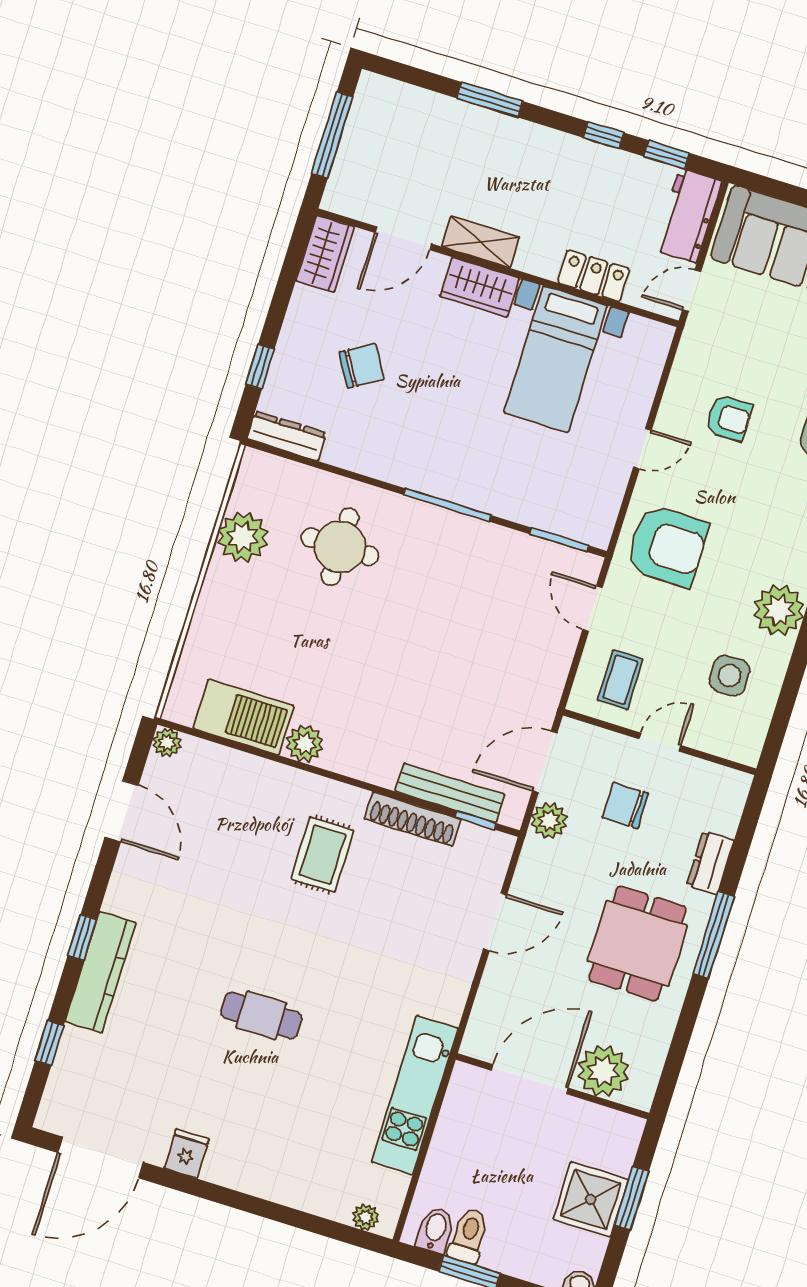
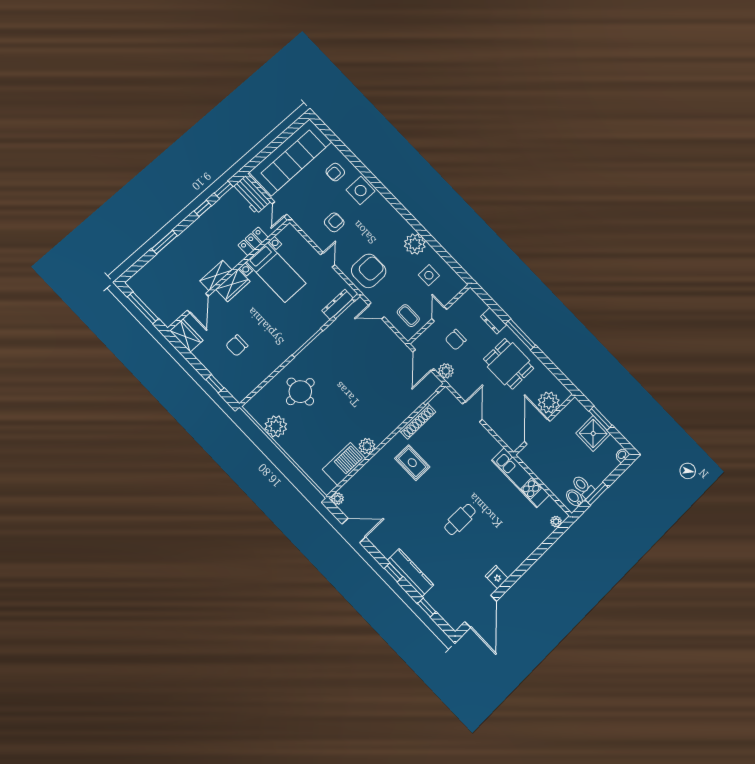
chair: (362, 366) -> (237, 345), turned -149
dresser: (287, 436) -> (338, 304), moved
bench: (450, 793) -> (415, 402), removed

